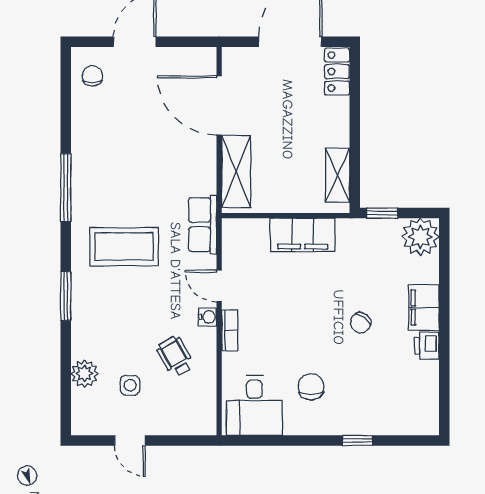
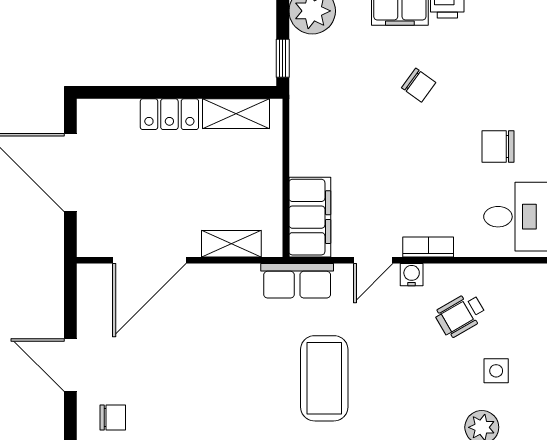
locker: (337, 72) -> (169, 114), moved
chair: (92, 76) -> (113, 417), turned 180
shelving: (236, 172) -> (231, 244), width x0.67, depth x0.75
filing cabinet: (303, 235) -> (310, 217), moved

